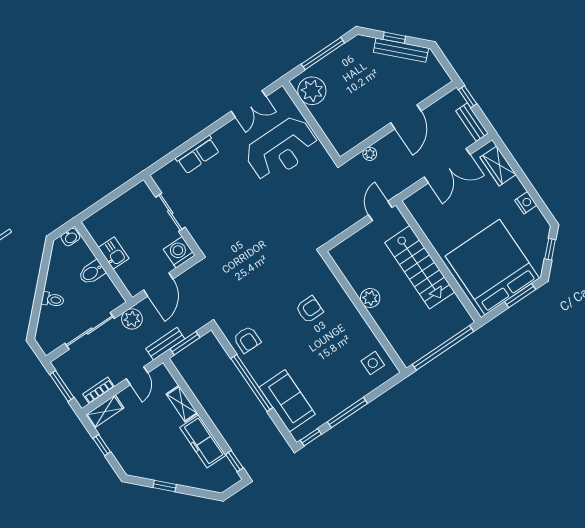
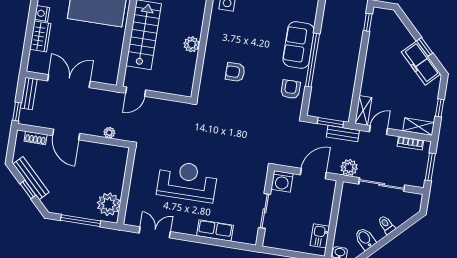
shoe rack: (430, 89) -> (36, 138), added
door: (406, 117) -> (66, 134), swing flipped
reception desk: (281, 149) -> (187, 181), moved
wardrobe: (498, 166) -> (40, 36), moved
kitchen sink: (114, 253) -> (320, 236), moved
bidet: (92, 272) -> (365, 239), moved, turned -135
sofa: (287, 401) -> (298, 45), moved
shelving: (182, 404) -> (363, 110), moved
freezer: (203, 441) -> (421, 63), moved, turned 135

